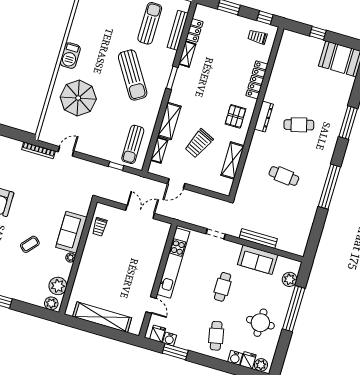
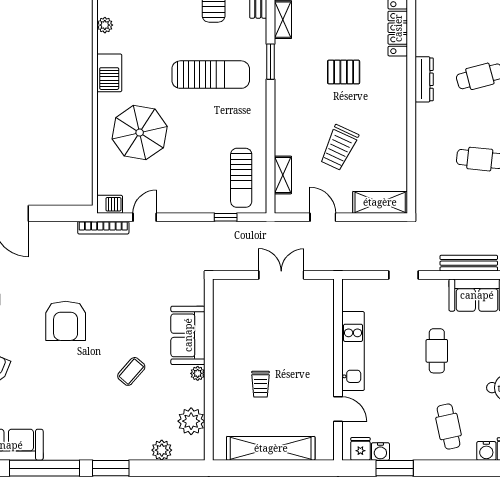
plant: (76, 25) -> (105, 25), added
sun lounger: (133, 75) -> (211, 75), turned -58
pallet: (235, 116) -> (344, 72), moved, turned 90
shelving: (169, 121) -> (285, 127), removed
barbecue: (47, 137) -> (110, 204), added
shelving: (232, 160) -> (380, 202), moved, turned 90
door: (176, 184) -> (323, 217), swing flipped
trolley: (100, 227) -> (260, 384), moved
kitchen unit: (173, 263) -> (353, 351), width x0.73
plant: (51, 303) -> (162, 450), moved

